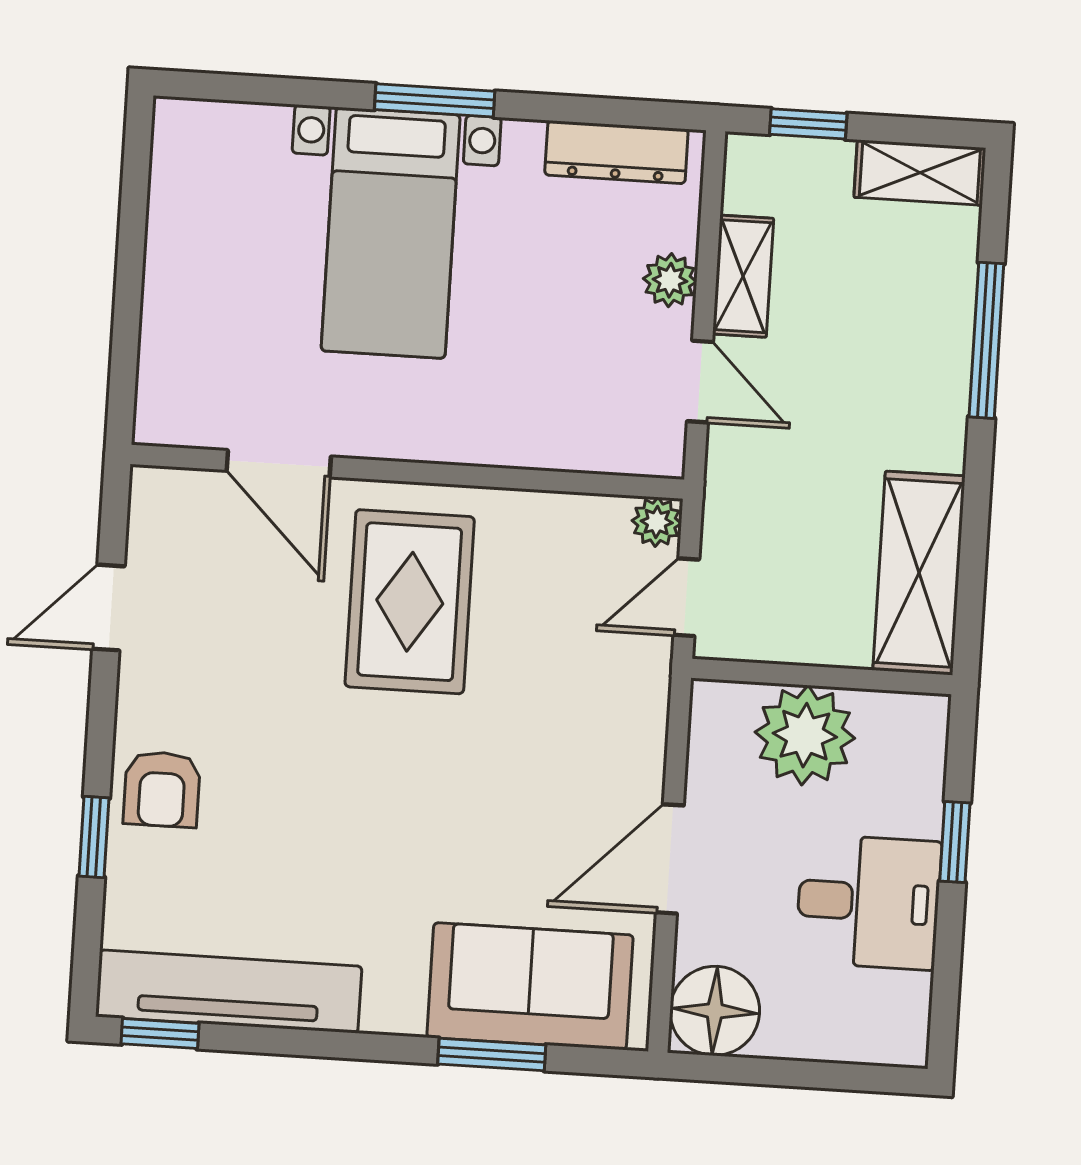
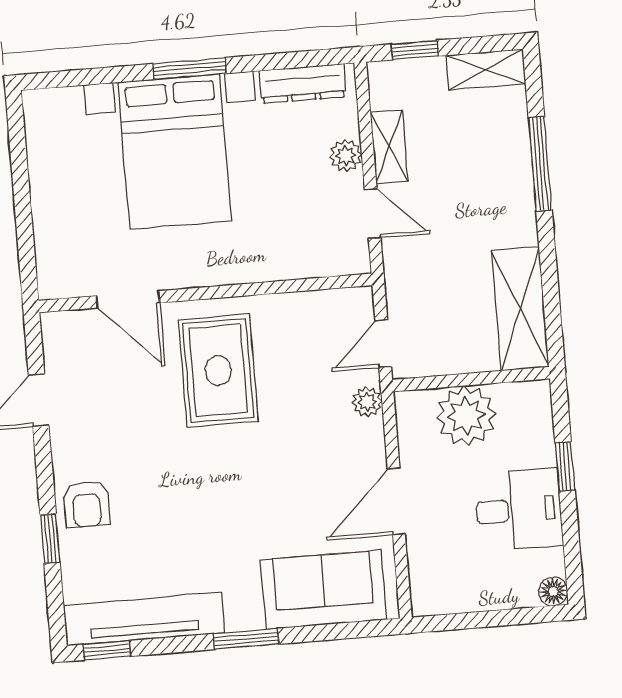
bed with nightstands: (391, 233) -> (175, 152), width x1.36
plant: (657, 522) -> (367, 402), moved
floor lamp: (715, 1011) -> (553, 592), moved, width x0.53, depth x0.53
window: (492, 1054) -> (246, 639), moved

